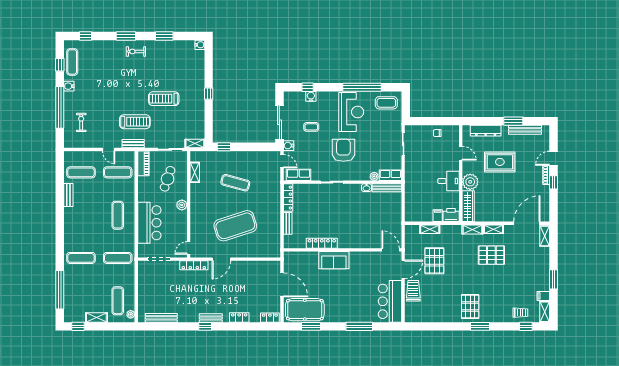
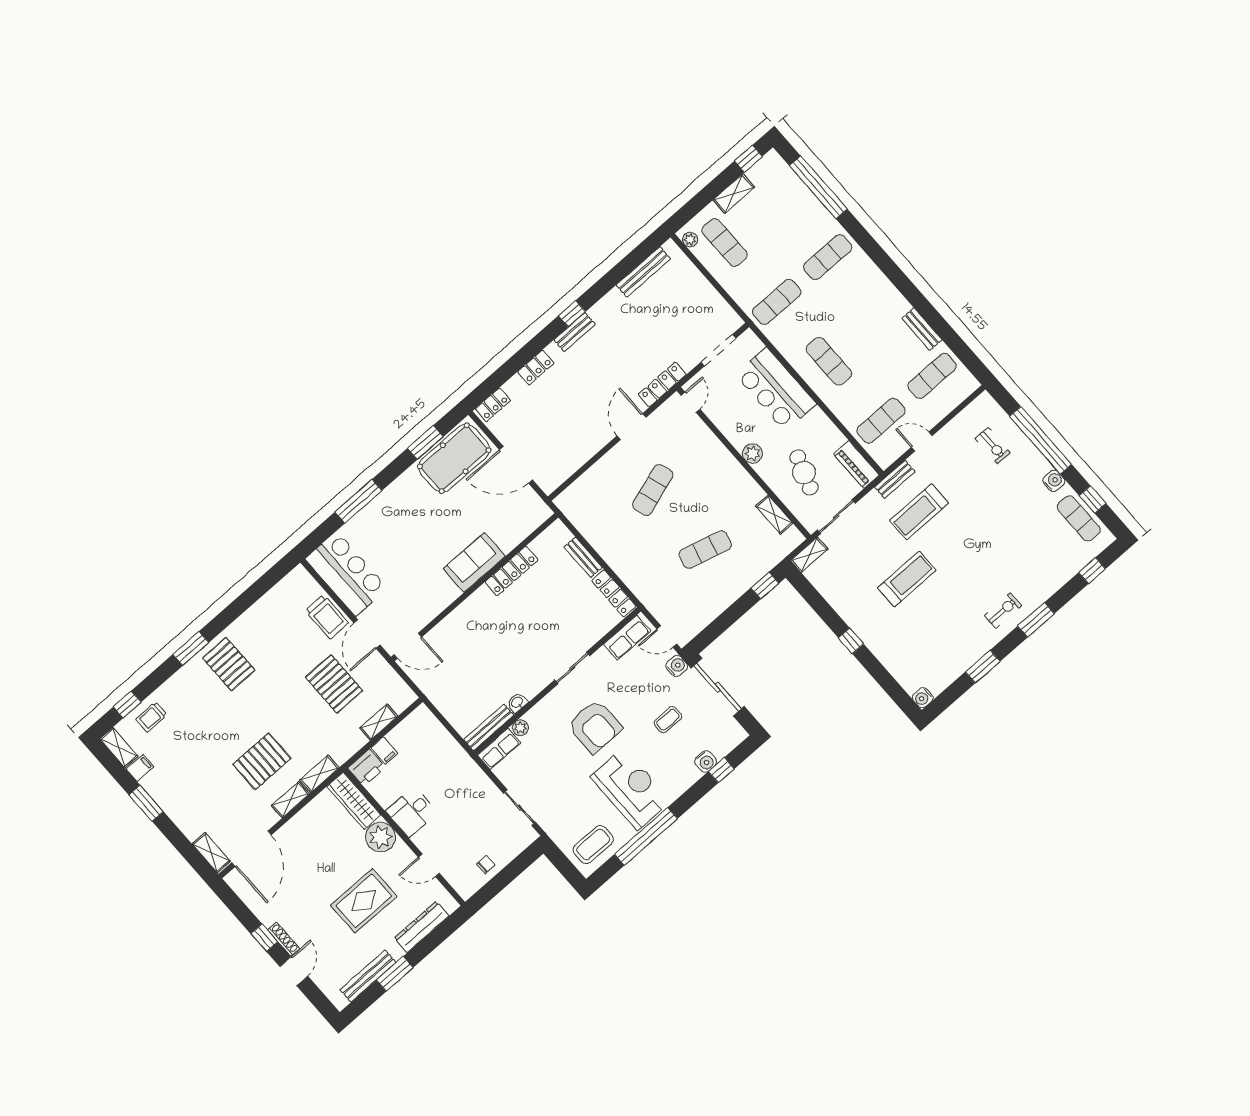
reception desk: (351, 112) -> (631, 789), turned 180
exercise mat: (235, 226) -> (653, 490), width x0.50, depth x0.69

